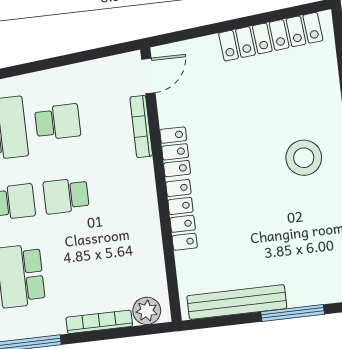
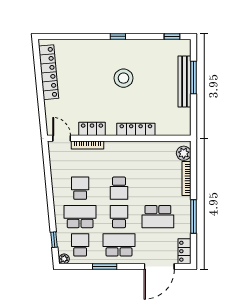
locker: (175, 152) -> (92, 129), moved
stool: (304, 158) -> (123, 78), moved
bench: (237, 302) -> (185, 82), moved

